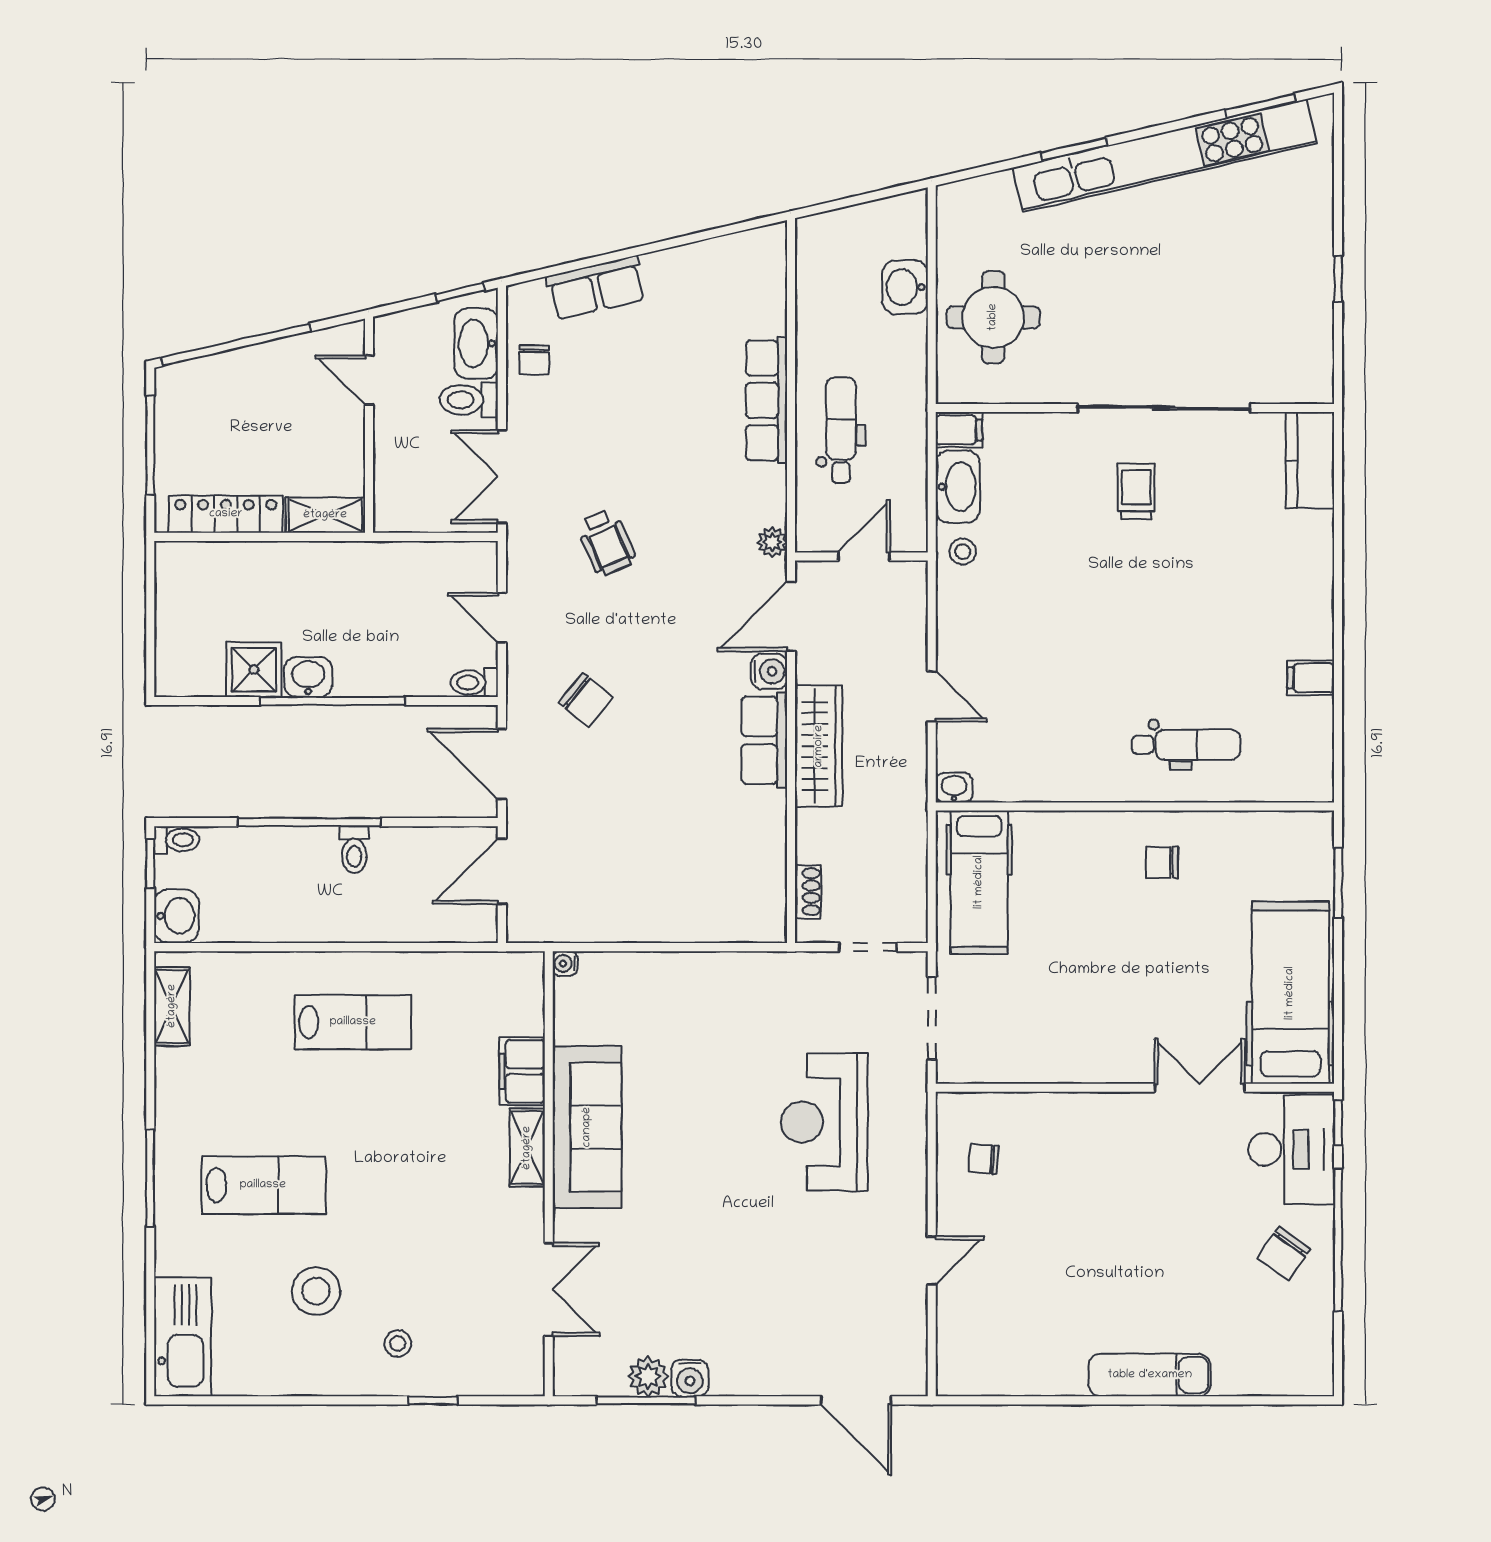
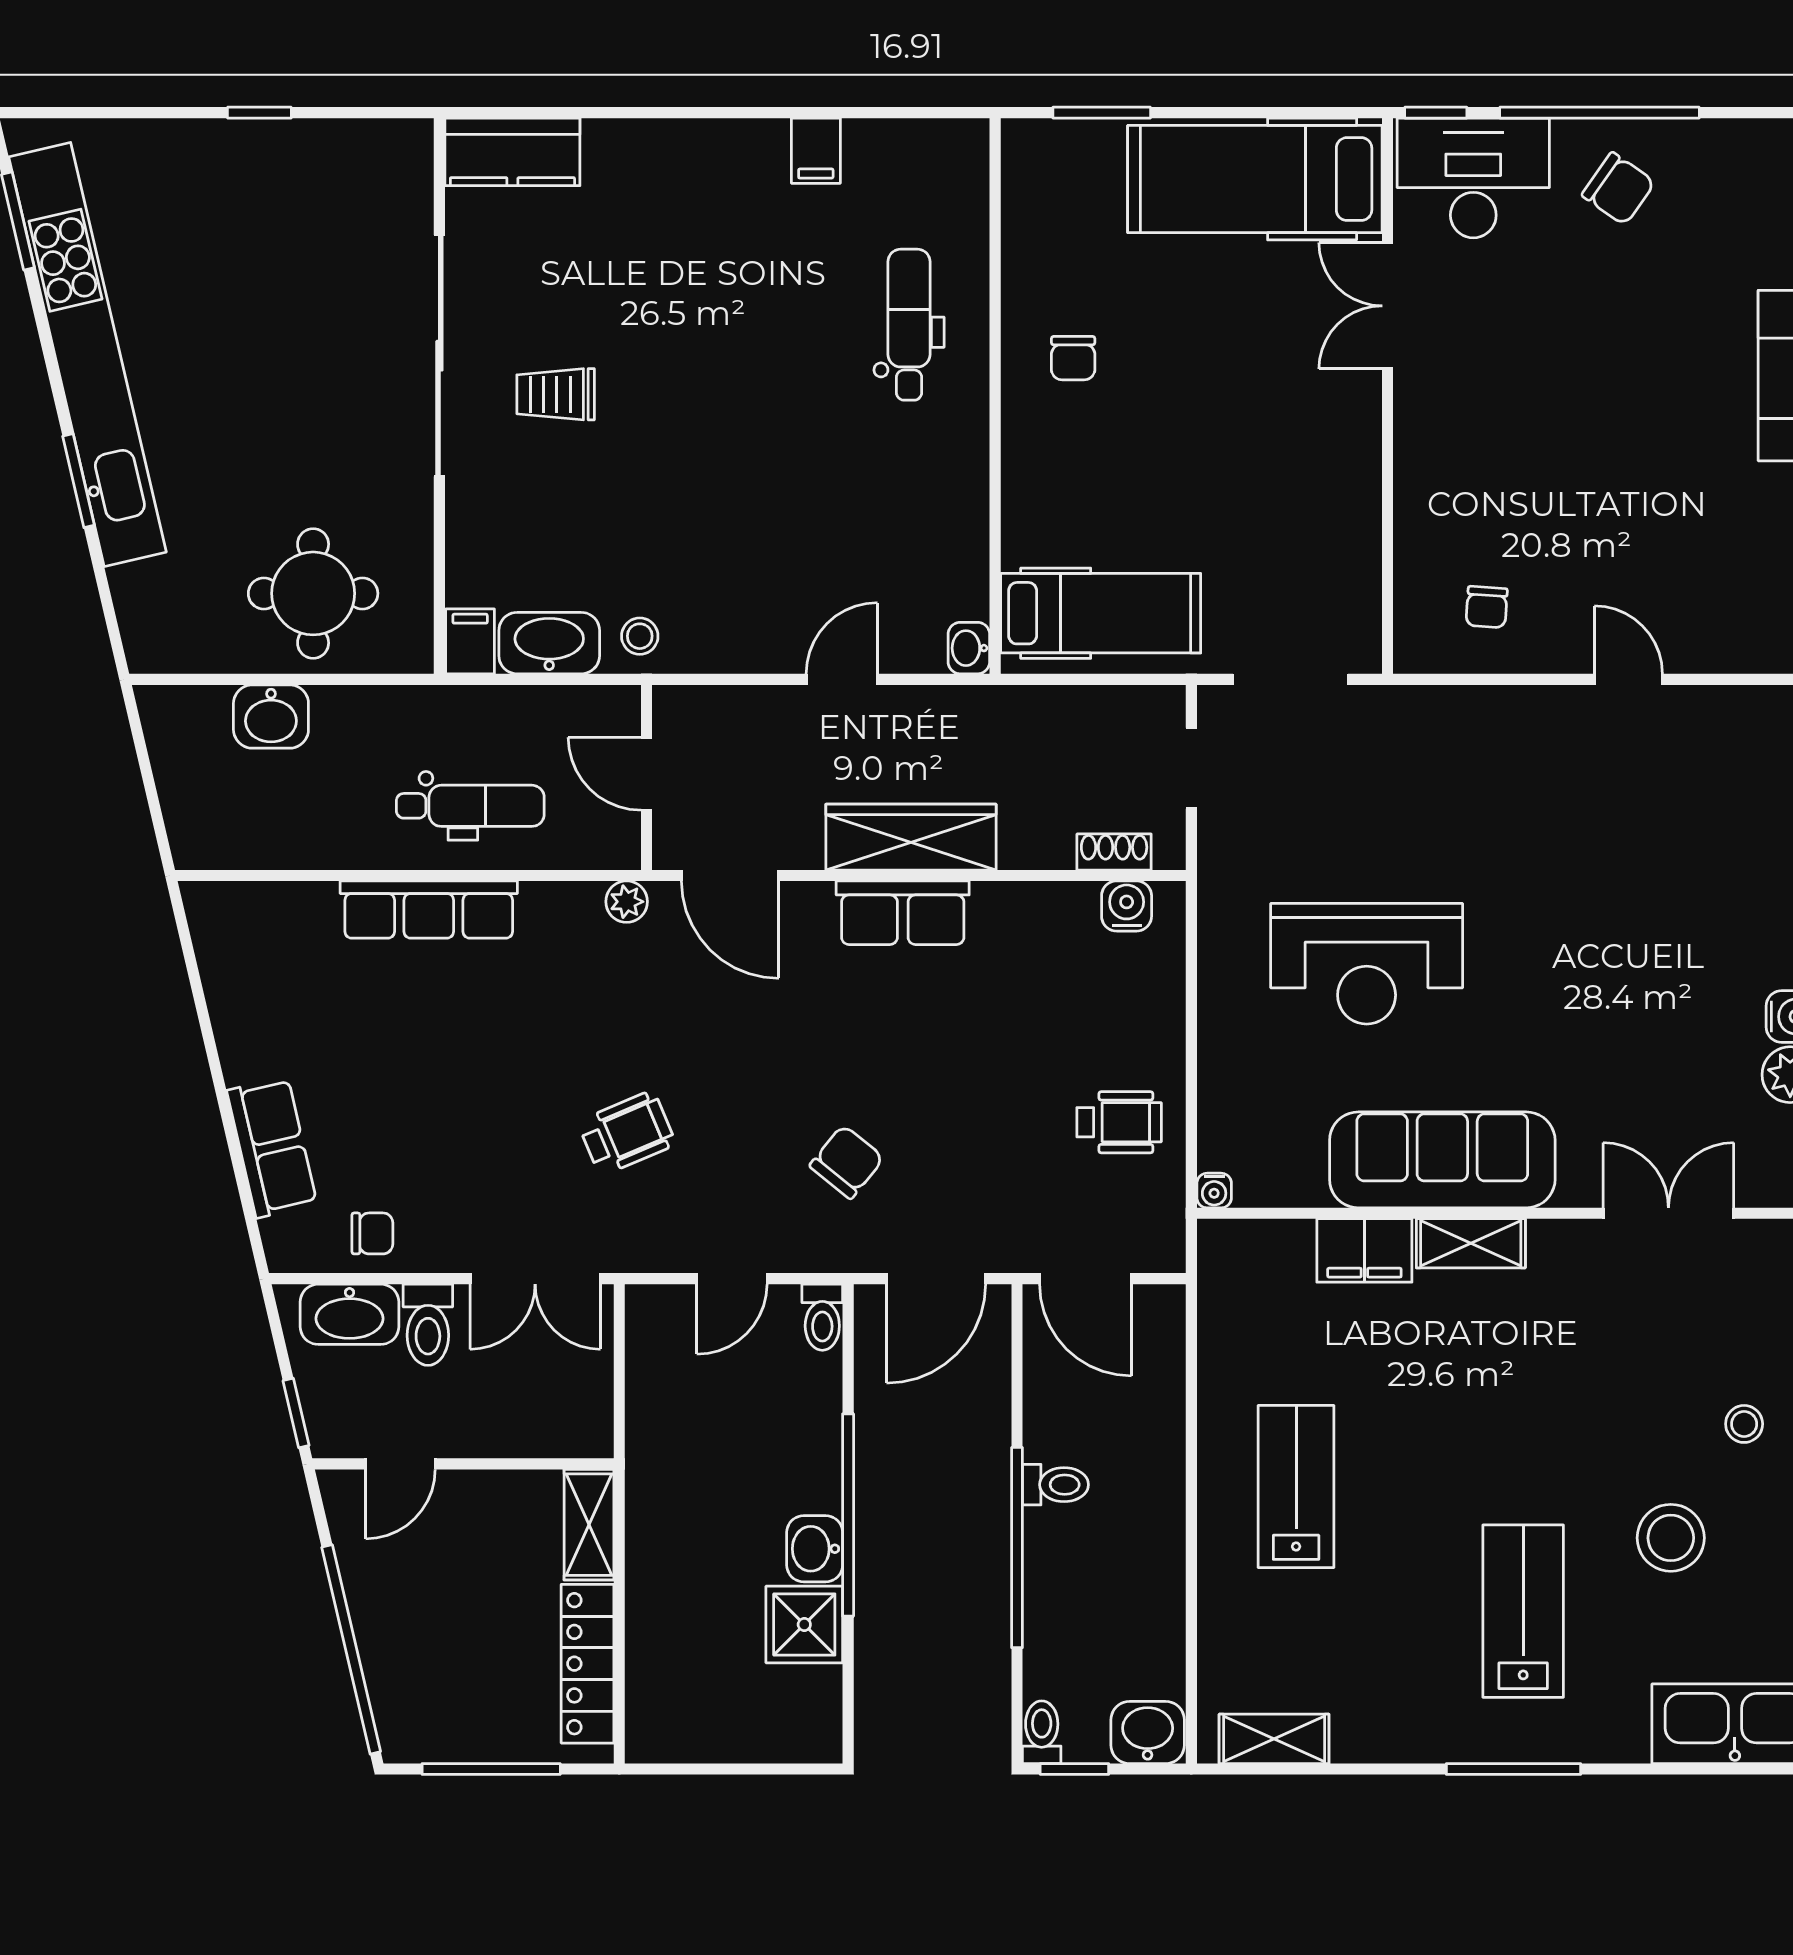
window: (460, 292) -> (296, 1413), moved
dental chair: (841, 430) -> (470, 806), turned 180
water cooler: (769, 671) -> (1127, 906), moved
wheelchair: (614, 895) -> (1119, 1122), added
reception desk: (824, 1122) -> (1367, 964), moved

